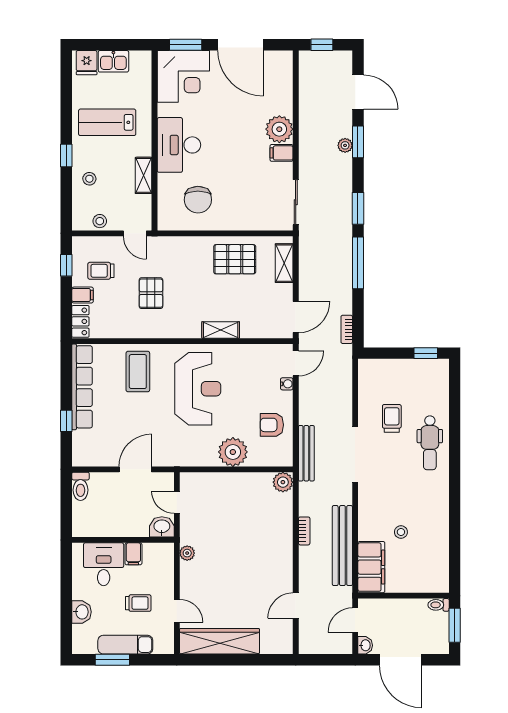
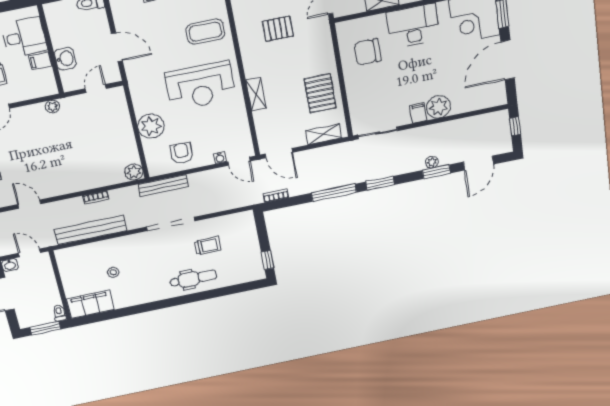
dental chair: (430, 443) -> (193, 279), turned 180
washbasin: (162, 527) -> (65, 59), moved
filing cabinet: (371, 567) -> (90, 304), moved, turned 180

